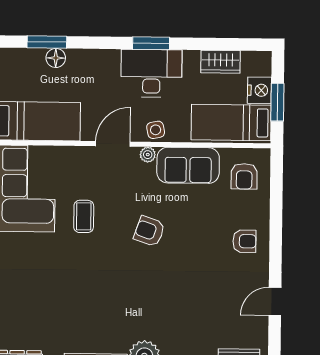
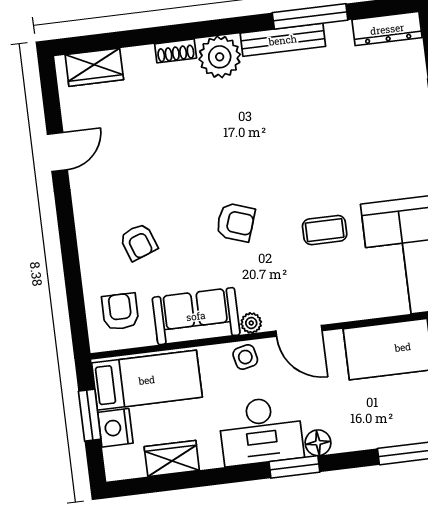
window: (151, 43) -> (294, 467), moved
floor lamp: (56, 58) -> (318, 443), moved
door: (113, 144) -> (299, 331), hinge flipped
coffee table: (84, 216) -> (325, 230), turned 90
armchair: (244, 241) -> (139, 242), moved, turned -110

